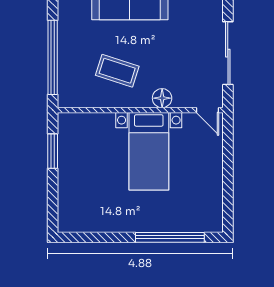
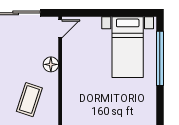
bed with nightstands: (149, 151) -> (128, 47), moved, turned 90

